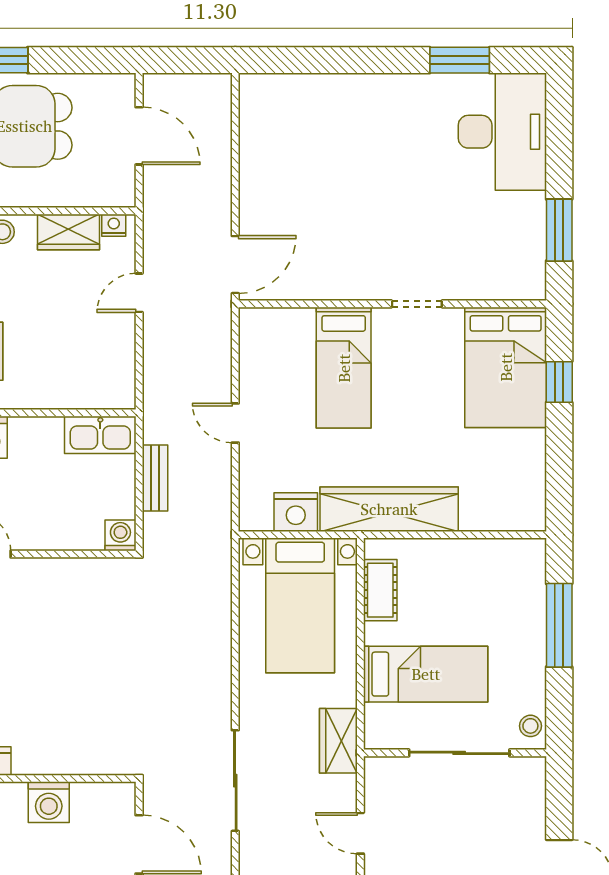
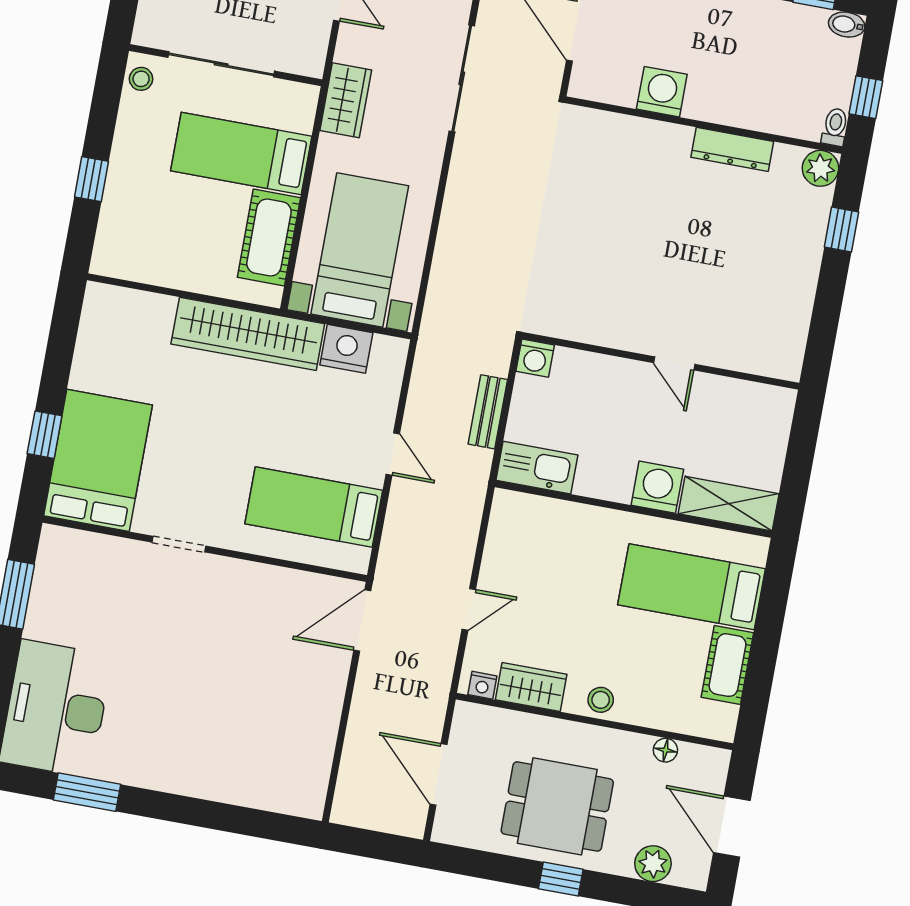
bed: (344, 368) -> (314, 507), moved, turned -90
cot: (380, 590) -> (269, 238), width x1.37, depth x1.34
window: (559, 625) -> (91, 179), width x0.46

